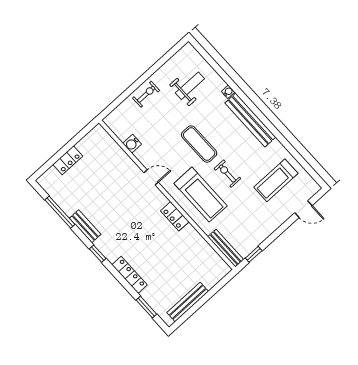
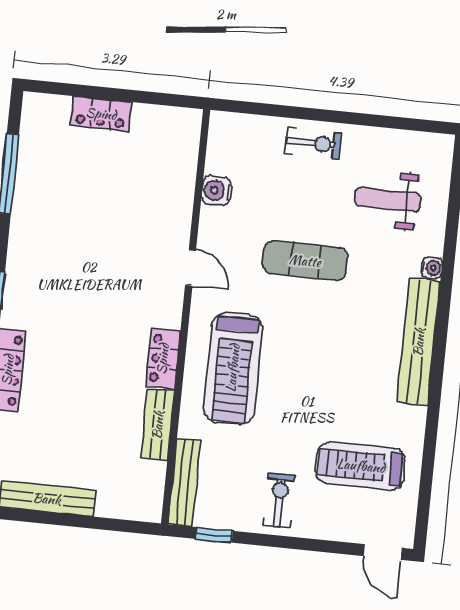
weight bench: (190, 86) -> (388, 200), turned 180
exercise mat: (199, 144) -> (305, 261), moved, turned 90
exercise bike: (227, 174) -> (279, 500), moved
door: (303, 209) -> (383, 552), moved
bench: (85, 226) -> (158, 425), moved

